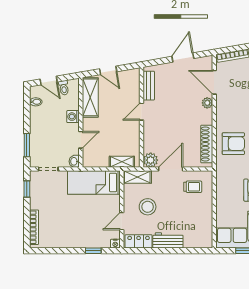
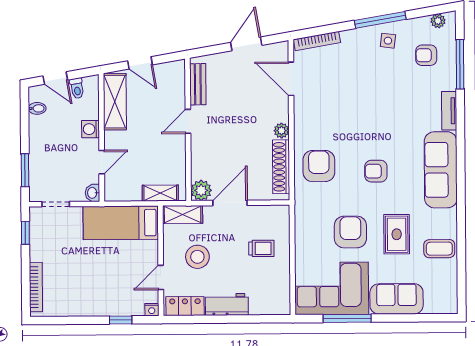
plant: (207, 103) -> (282, 131), moved
armchair: (233, 144) -> (319, 166), turned -90
trolley: (193, 187) -> (261, 248), moved

